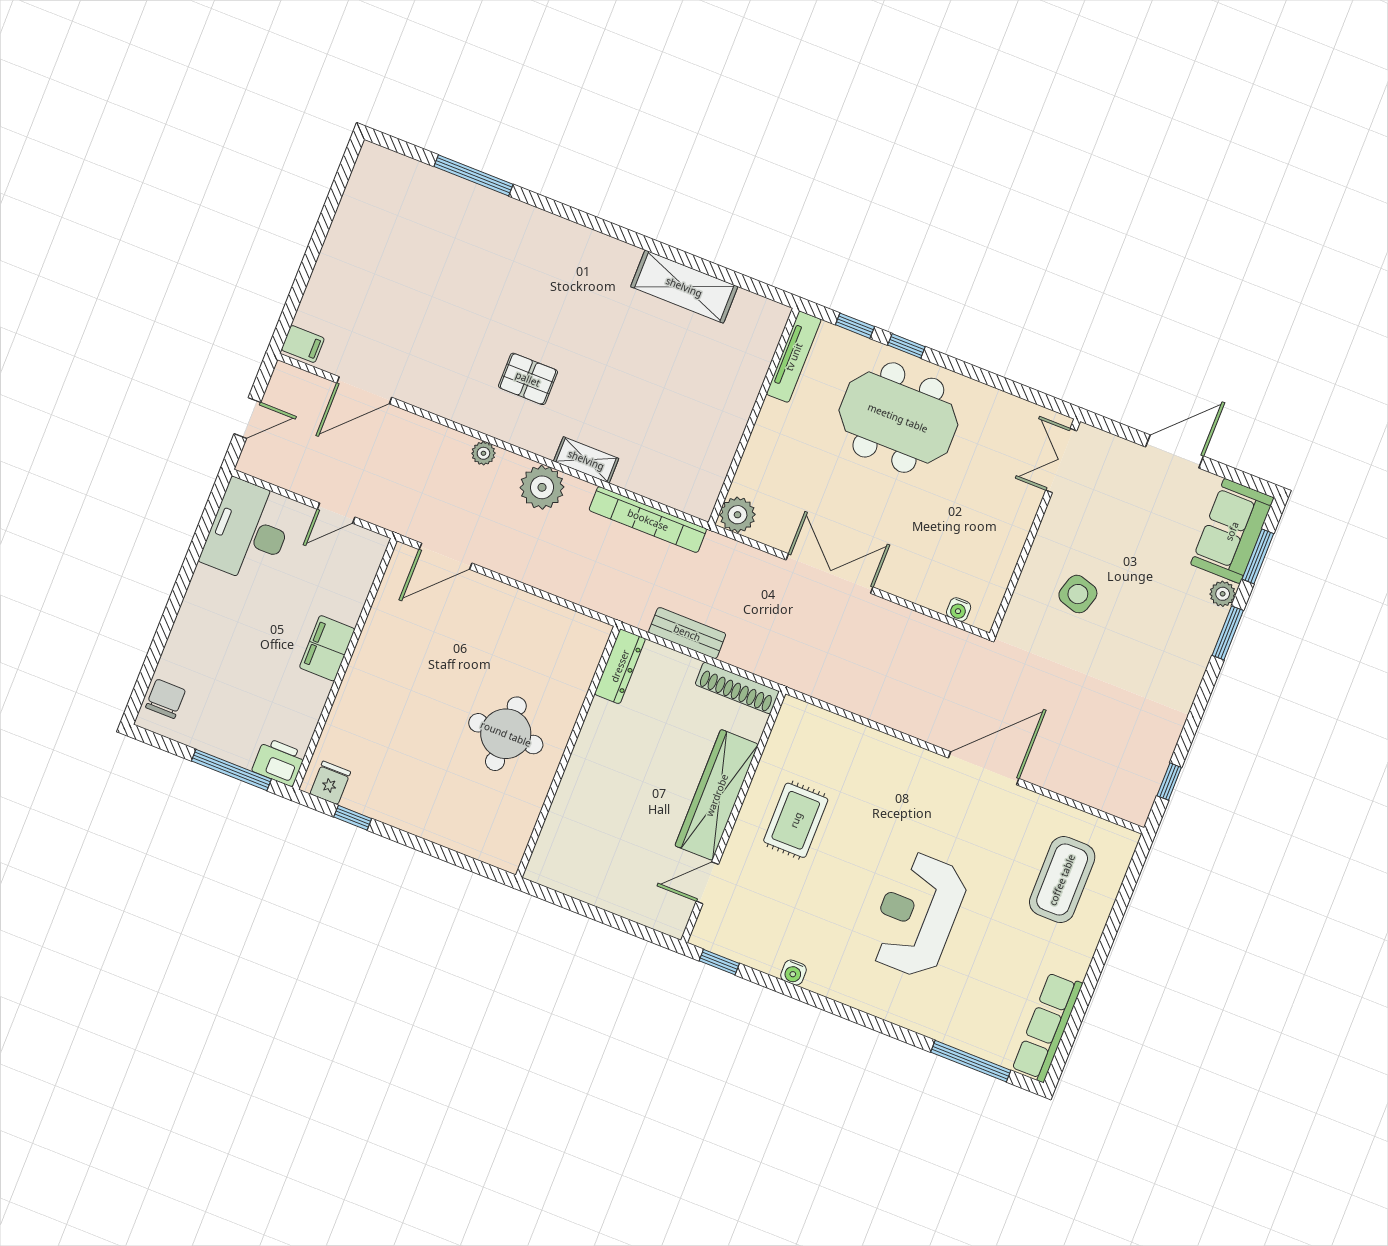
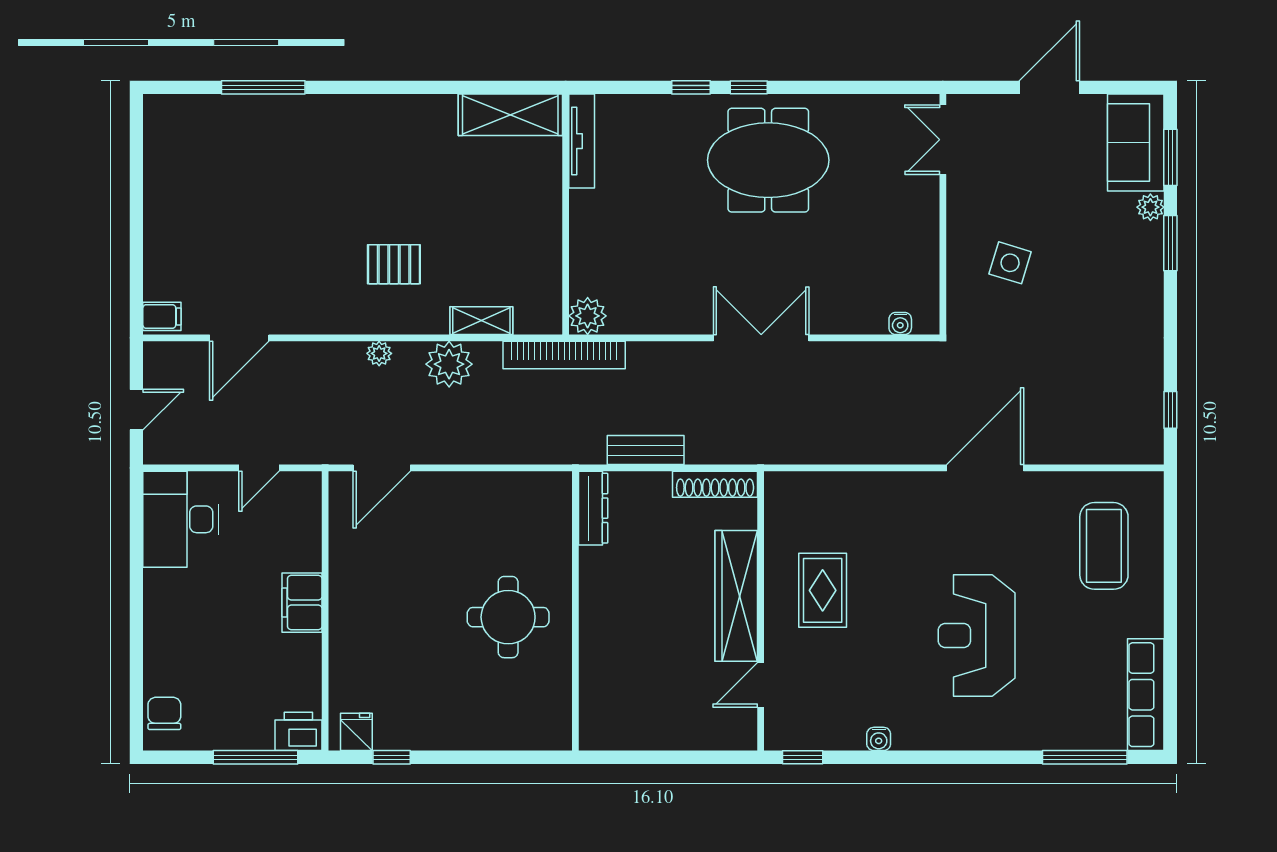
tv unit: (794, 357) -> (582, 141), moved
wall: (754, 416) -> (566, 214), moved
plant: (738, 515) -> (588, 316), moved

